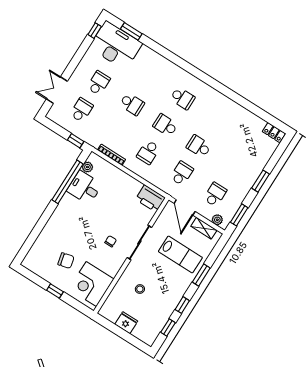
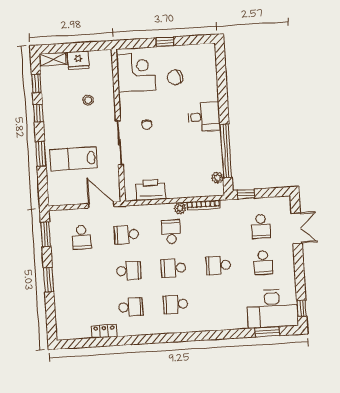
school desk: (216, 119) -> (131, 307), added
school desk: (165, 125) -> (173, 268), turned 180
locker: (274, 133) -> (104, 331), moved
school desk: (182, 173) -> (126, 235), turned 90
desk: (85, 188) -> (204, 117), moved
printer: (150, 198) -> (151, 190), moved
plant: (217, 220) -> (180, 208), moved
shelving: (204, 228) -> (53, 59), moved

